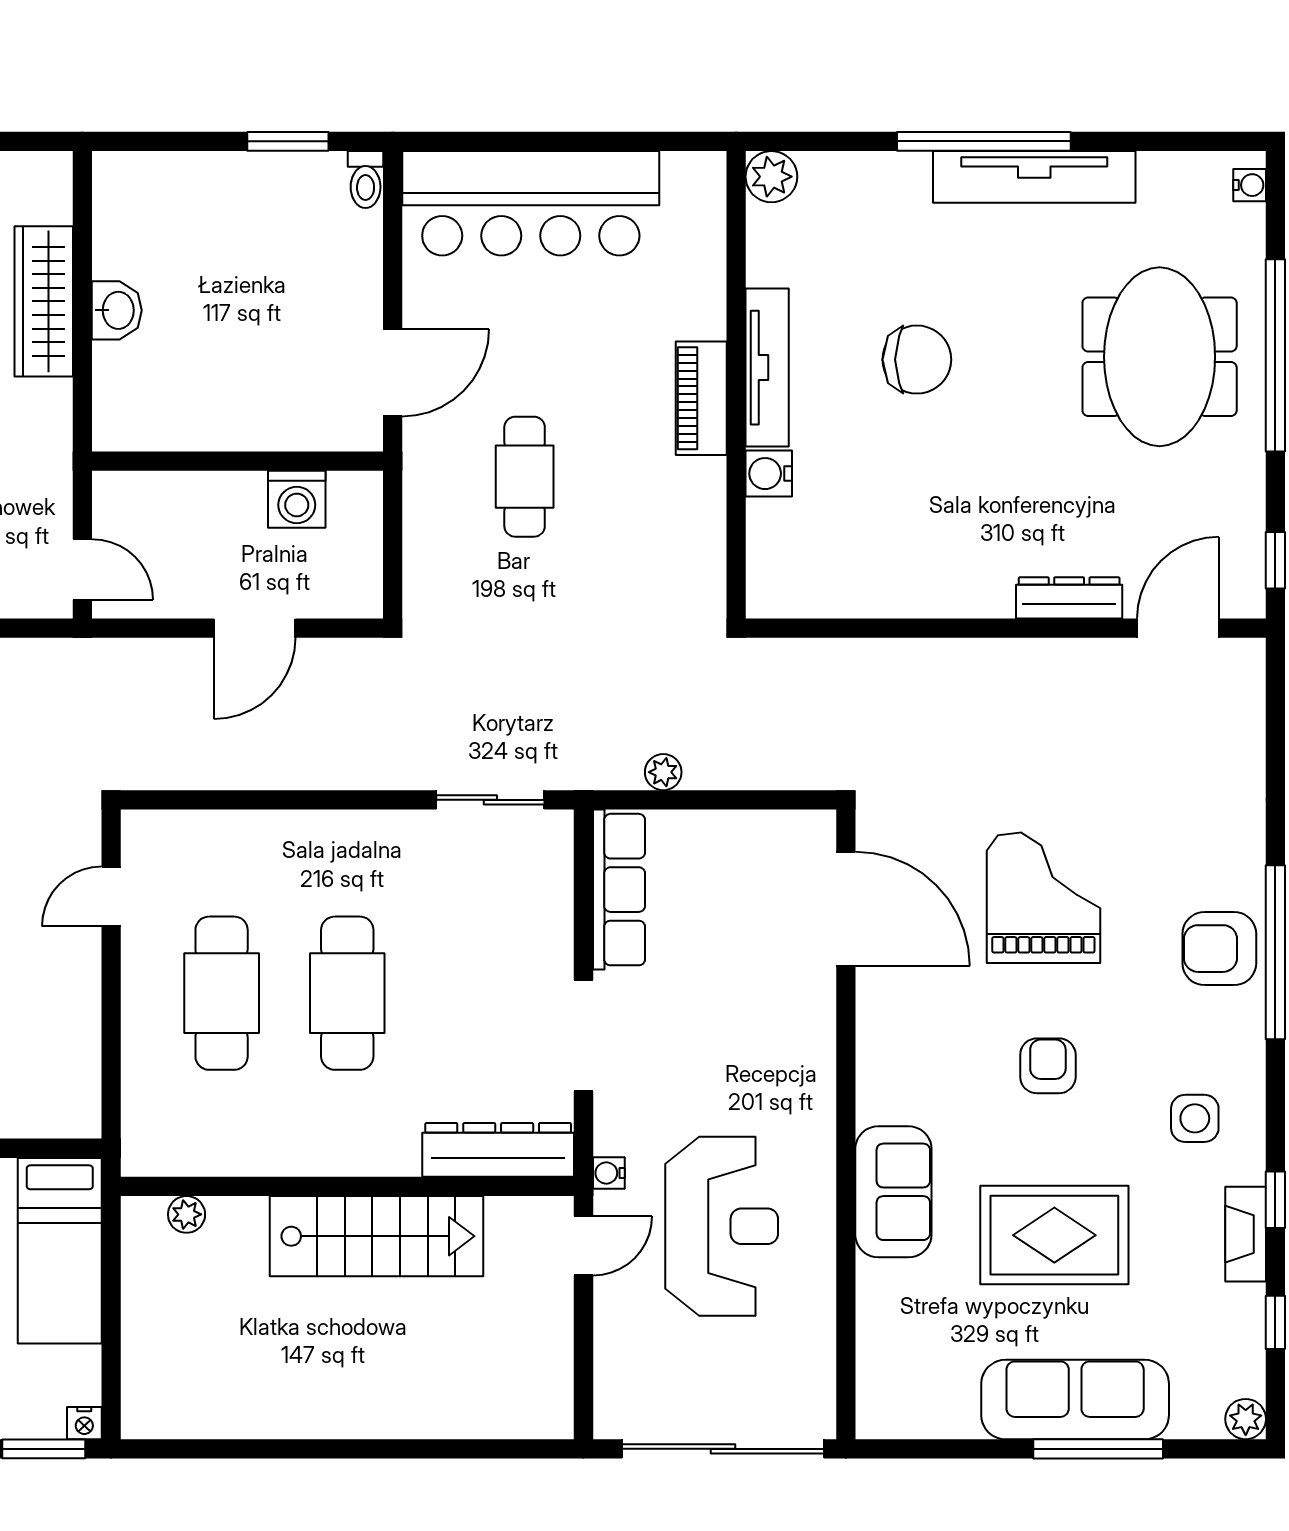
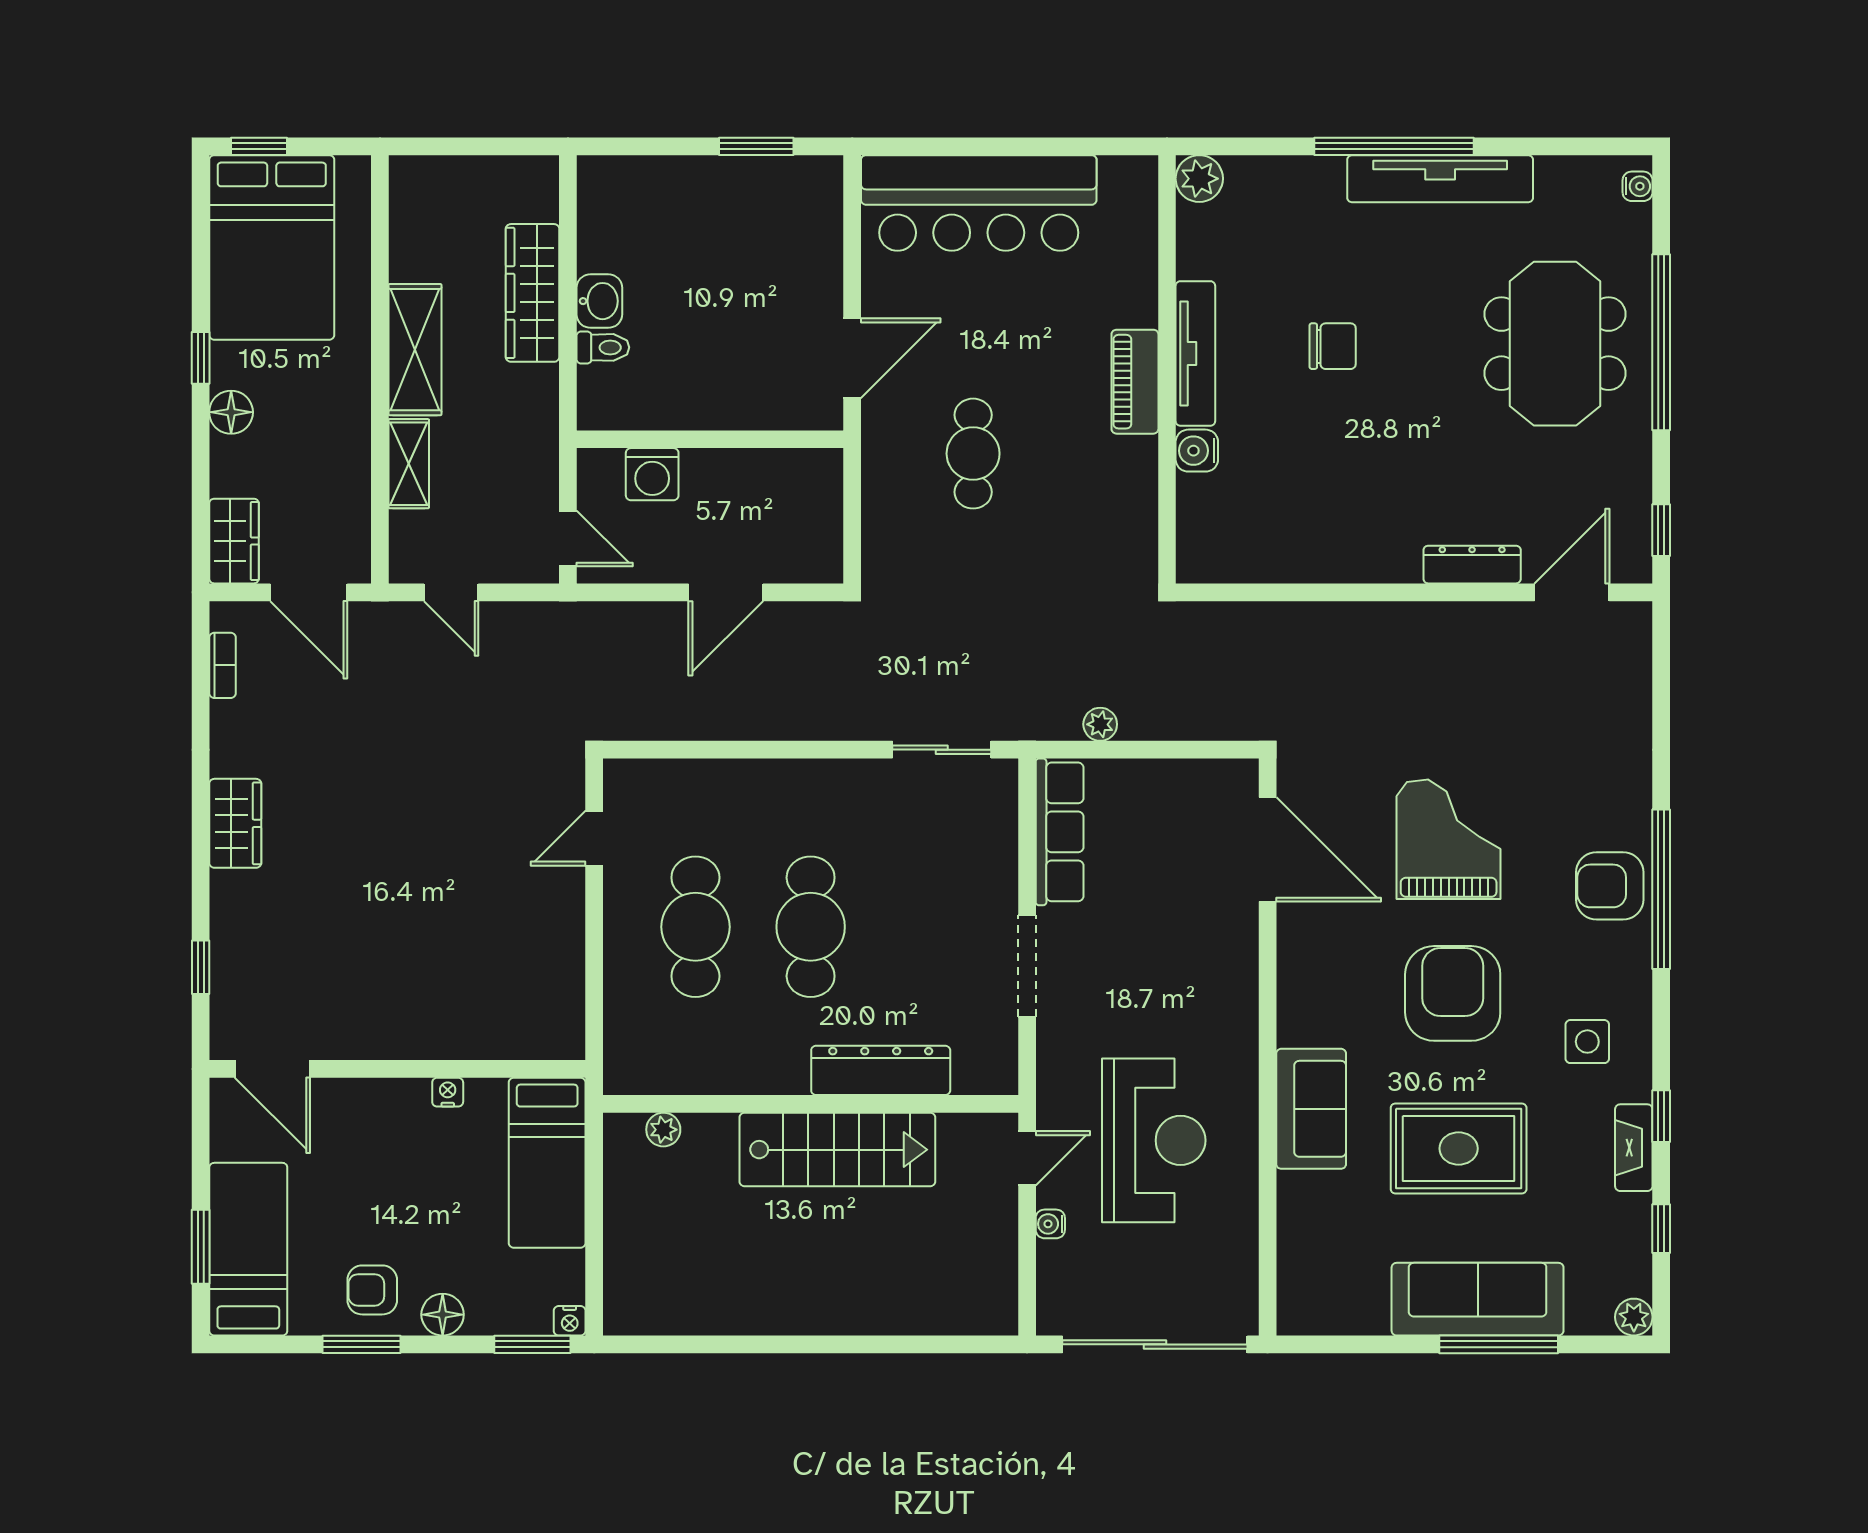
toilet: (366, 180) -> (603, 347), moved, turned -90
chair: (917, 360) -> (1333, 346), width x0.73, depth x0.73
washing machine: (297, 499) -> (652, 474), moved
armchair: (1048, 1066) -> (1453, 993), width x1.88, depth x1.88
dresser: (498, 1150) -> (881, 1070), moved
water cooler: (609, 1173) -> (1050, 1224), moved

